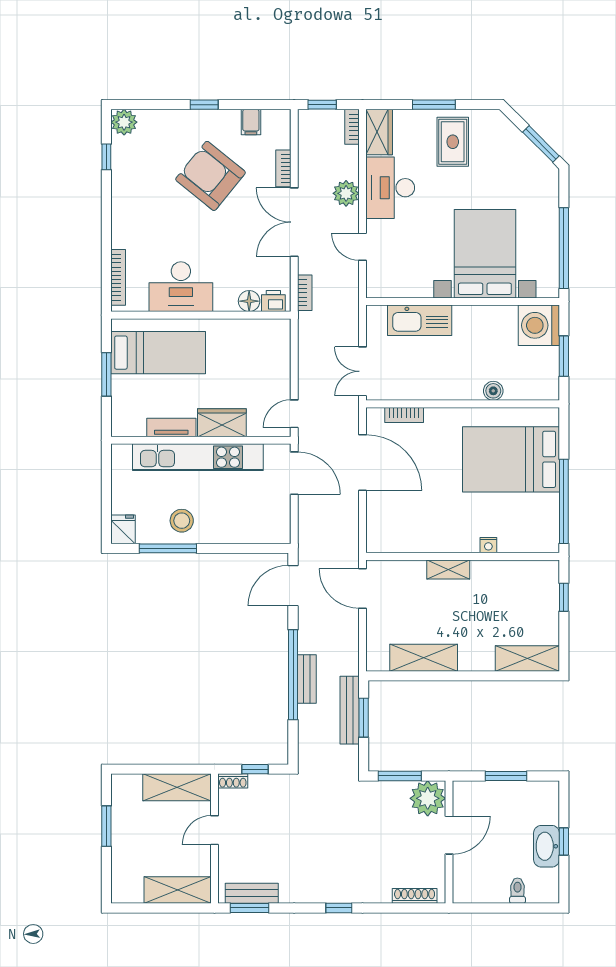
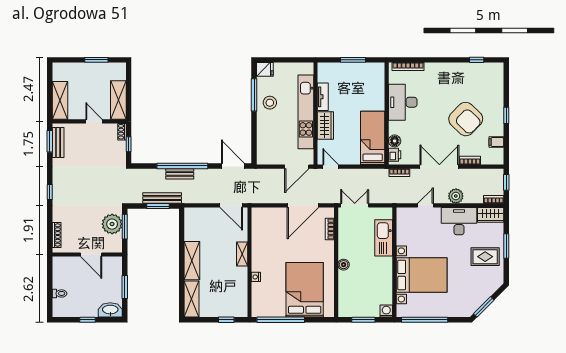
plant: (124, 122) -> (496, 70), removed
armchair: (210, 176) -> (466, 119), turned 95
washing machine: (539, 325) -> (386, 311), width x0.53, depth x0.53
bed: (158, 353) -> (373, 138), moved, turned 180
boiler: (493, 391) -> (344, 265), moved
door: (362, 589) -> (231, 205), swing flipped
shelving: (424, 658) -> (192, 261), moved
plant: (428, 798) -> (112, 224), moved
washbasin: (547, 846) -> (110, 310), moved

